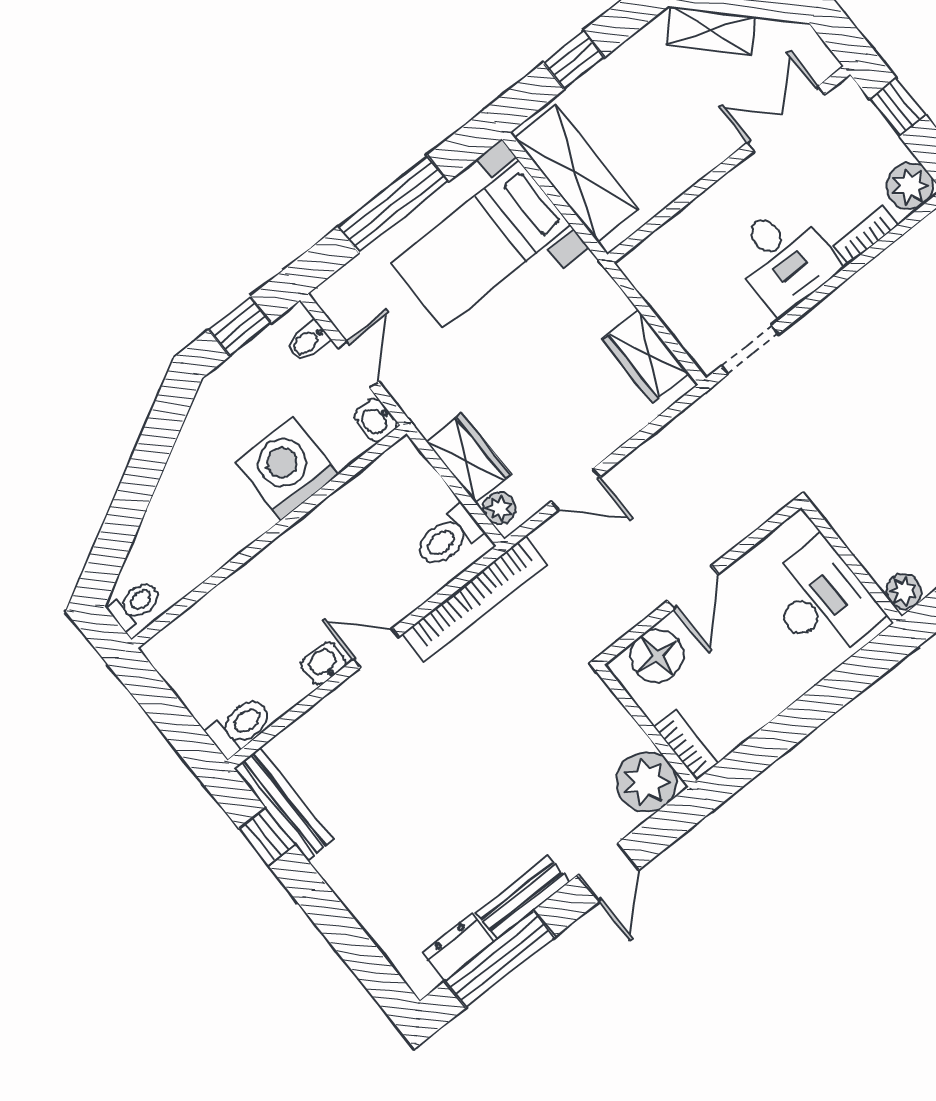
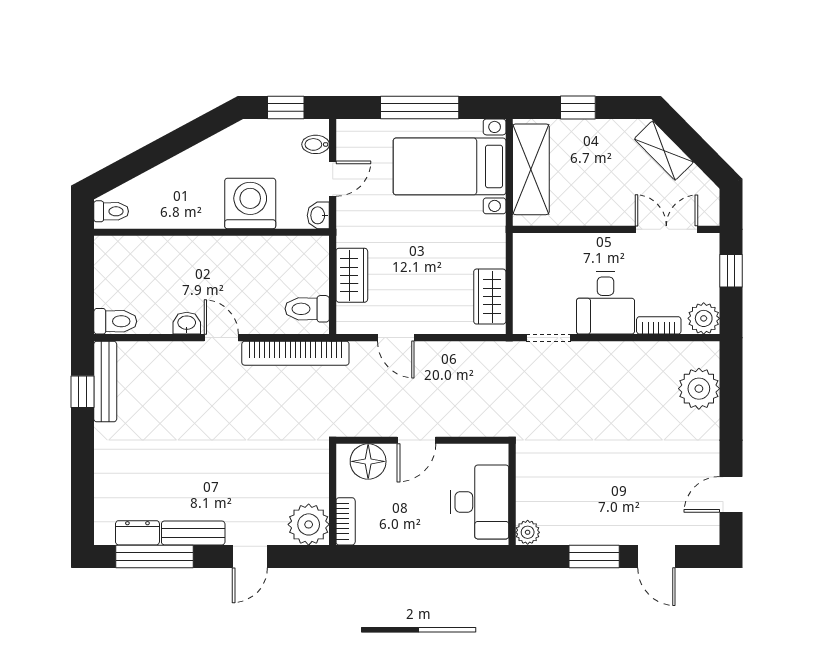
plant: (500, 508) -> (347, 316), removed

